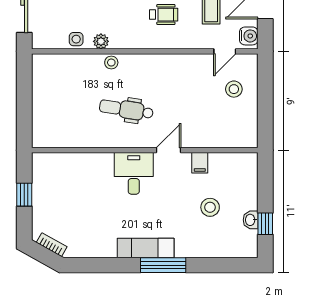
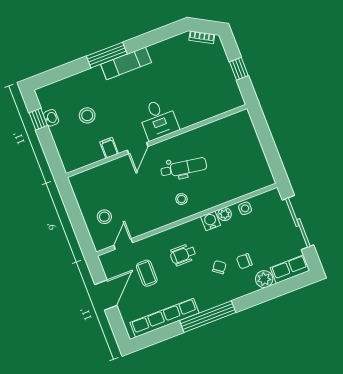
water cooler: (249, 36) -> (210, 221), moved, turned 90
stool: (111, 63) -> (181, 199), moved

